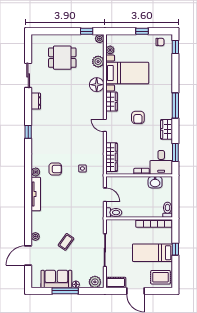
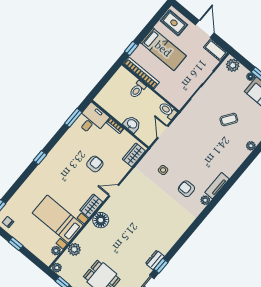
floor lamp: (97, 85) -> (101, 220), moved
window: (175, 106) -> (40, 157), width x0.46
armchair: (138, 117) -> (95, 164), moved
door: (105, 125) -> (114, 191), swing flipped
wardrobe: (166, 129) -> (64, 144), removed
window: (28, 132) -> (161, 266), moved
wardrobe: (111, 157) -> (134, 155), width x0.67
washbasin: (155, 182) -> (132, 124), moved
tv unit: (36, 194) -> (217, 186), width x0.71
toilet: (167, 210) -> (138, 89), moved
window: (175, 249) -> (131, 48), moved

